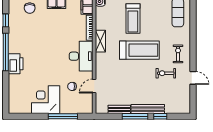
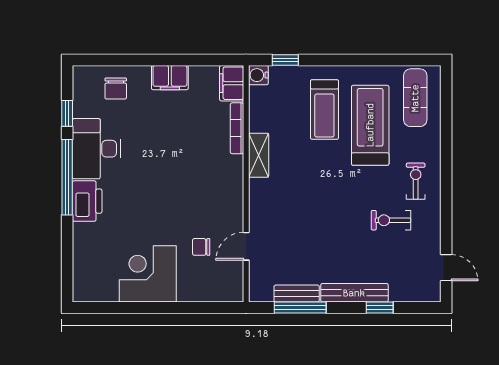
treadmill: (139, 50) -> (370, 125), moved, turned -90
desk: (81, 56) -> (96, 149), moved, turned 180
door: (193, 78) -> (446, 268), moved
window: (63, 116) -> (183, 307), removed
window: (135, 116) -> (300, 307), moved

